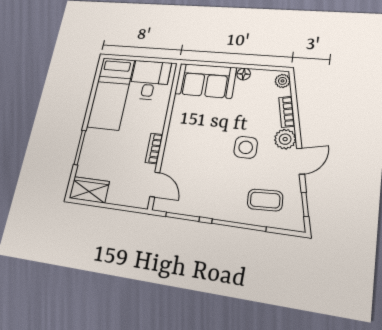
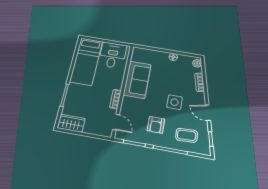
sofa: (206, 81) -> (137, 80), moved, turned -90
plant: (285, 139) -> (199, 99), removed
door: (301, 161) -> (208, 113), swing flipped
armchair: (216, 186) -> (156, 125), added

